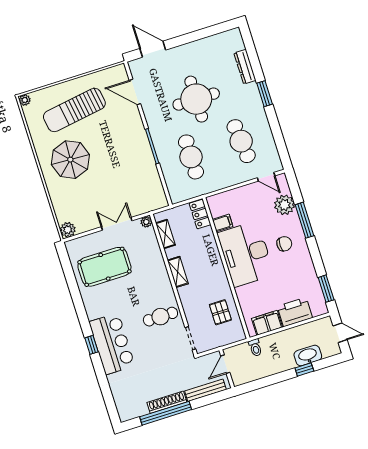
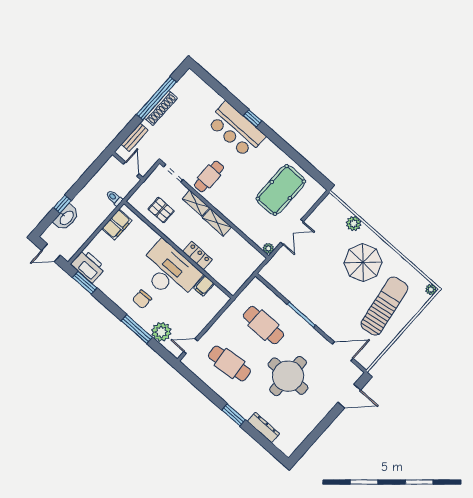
locker: (200, 214) -> (197, 255), moved
plant: (68, 230) -> (354, 224), moved
shelving: (165, 234) -> (196, 203), moved
printer: (295, 312) -> (88, 266), moved, turned -90
bench: (205, 390) -> (135, 137), width x0.73

